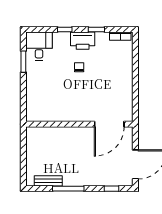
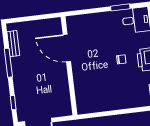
door: (109, 124) -> (67, 48), moved

